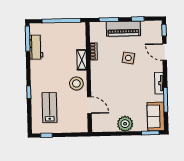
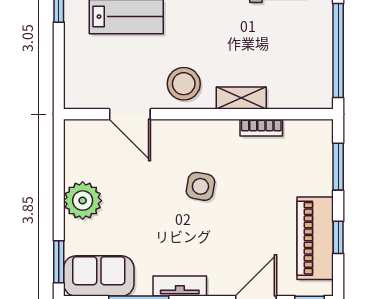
piano: (123, 29) -> (315, 238), moved
side table: (128, 58) -> (200, 186), moved
door: (89, 105) -> (130, 114), hinge flipped

